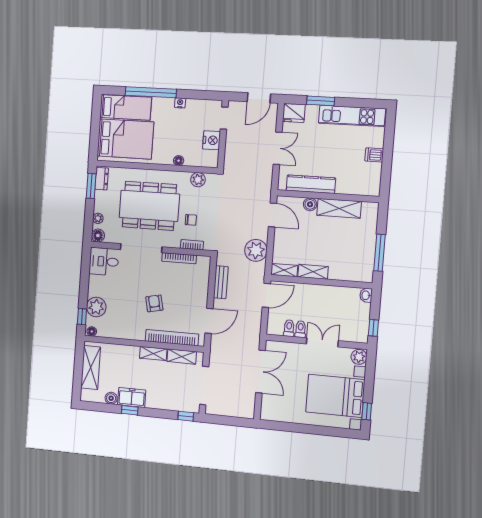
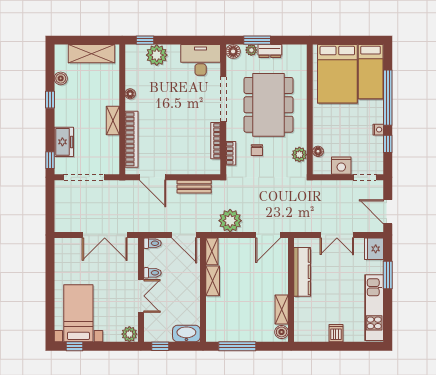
window: (194, 94) -> (388, 144), added
floor lamp: (179, 161) -> (318, 151), moved
dresser: (102, 179) -> (270, 51), moved
window: (91, 186) -> (257, 40), moved
boiler: (310, 204) -> (282, 332), moved
shelving: (339, 208) -> (282, 310), width x0.67, depth x0.75
desk: (104, 261) -> (201, 60), width x1.37
washbasin: (366, 295) -> (186, 333), width x1.91, depth x1.45
armchair: (154, 303) -> (166, 118), removed
toilet: (289, 328) -> (152, 243), moved
floor lamp: (92, 331) -> (130, 94), moved
shelving: (182, 357) -> (112, 151), removed
bed with nightstands: (335, 396) -> (78, 313), width x0.73
freezer: (132, 397) -> (64, 142), moved

